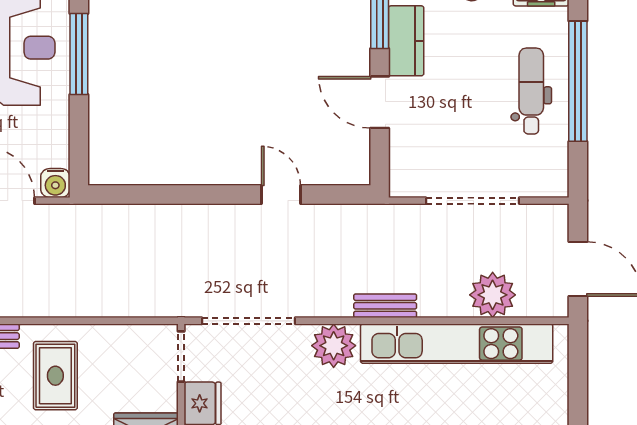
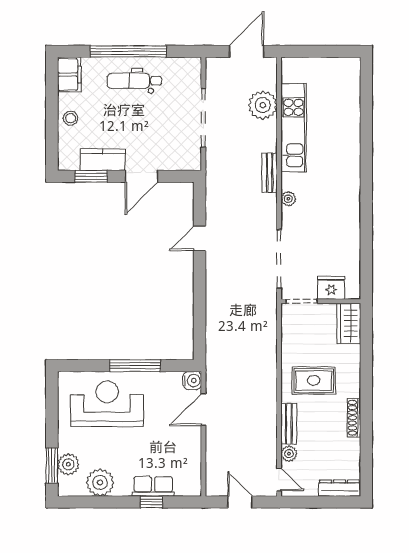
window: (79, 54) -> (135, 366), moved
kitchen unit: (457, 344) -> (293, 128), width x0.73
plant: (334, 346) -> (288, 199), width x0.53, depth x0.53

